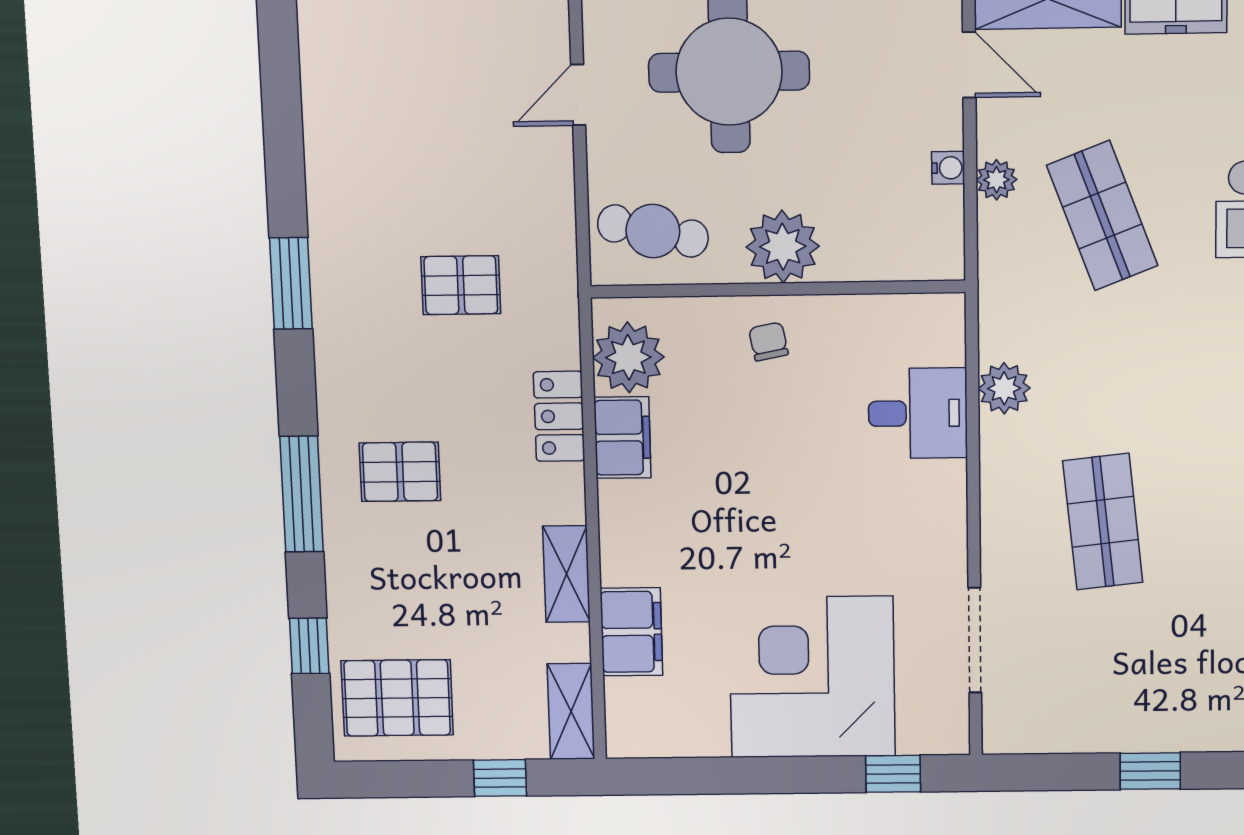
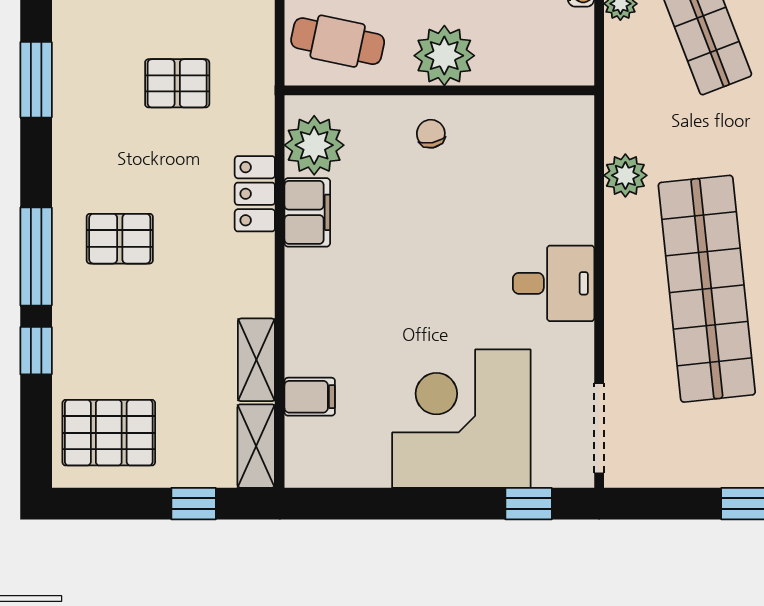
desk: (918, 413) -> (554, 283), moved
shop shelf: (1103, 522) -> (707, 289), width x2.00, depth x1.36
shelving: (566, 574) -> (256, 360), moved
filing cabinet: (631, 632) -> (310, 397), width x0.50
doorway: (975, 640) -> (599, 428), moved
window: (309, 646) -> (36, 351), moved

